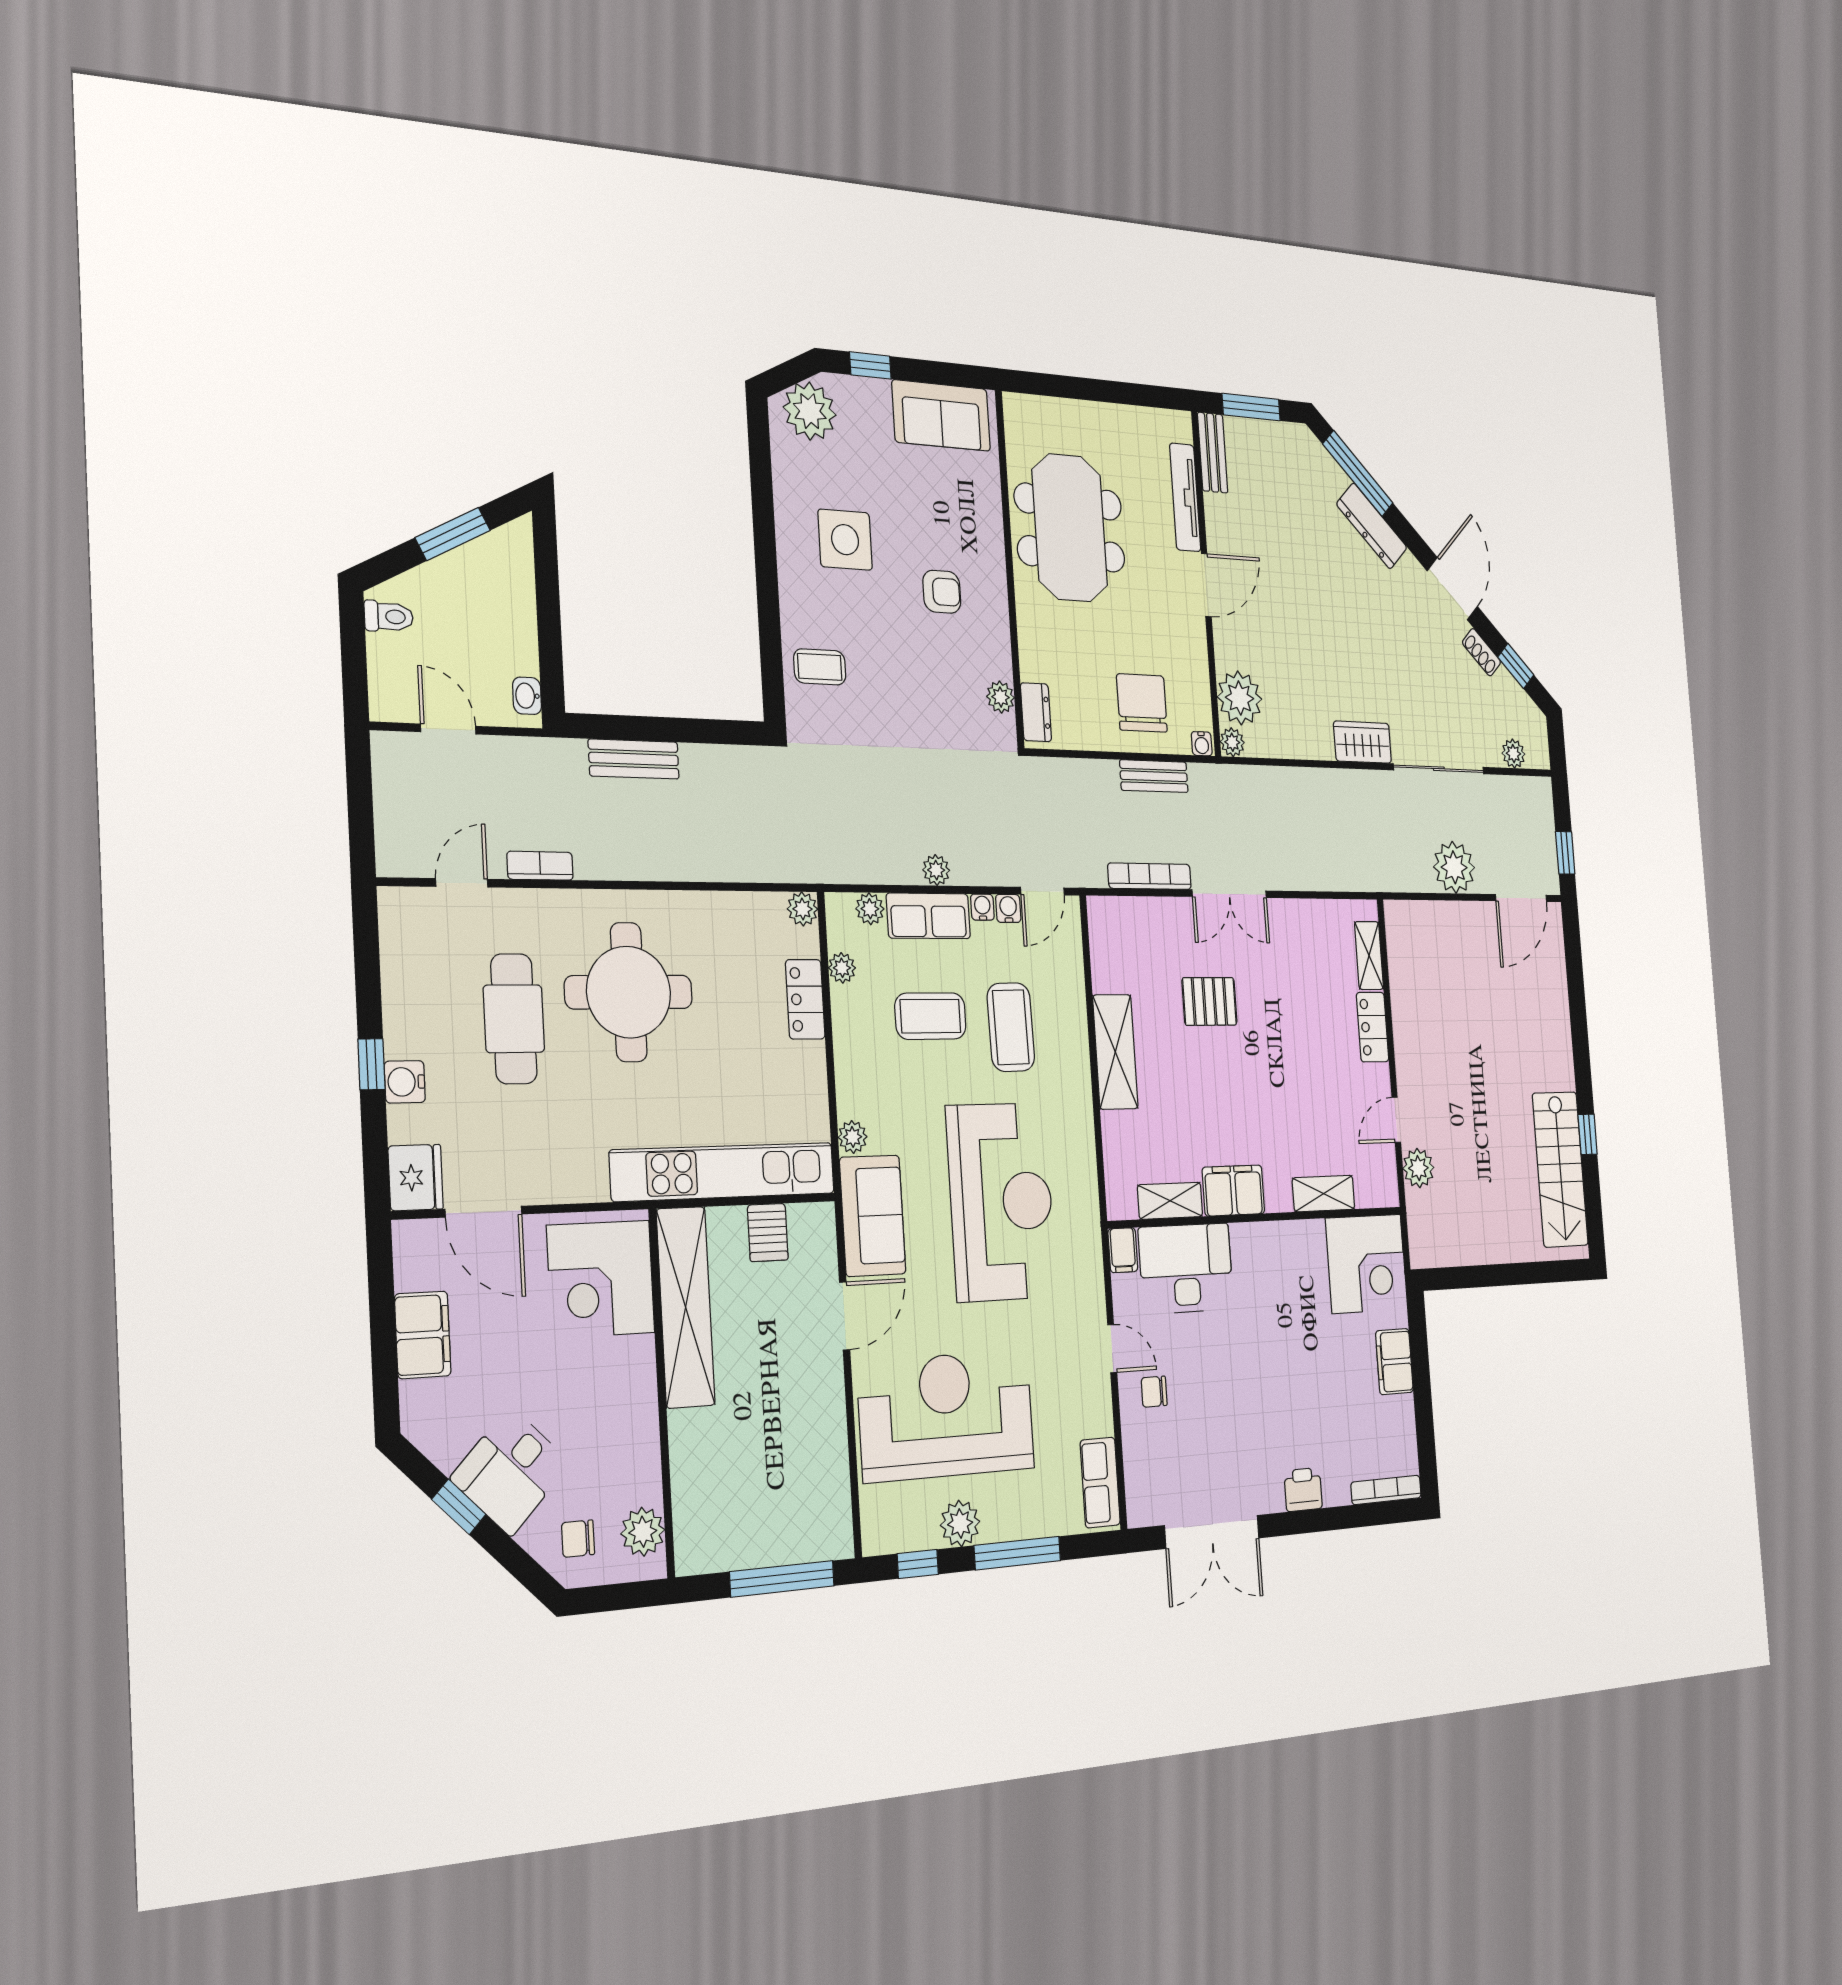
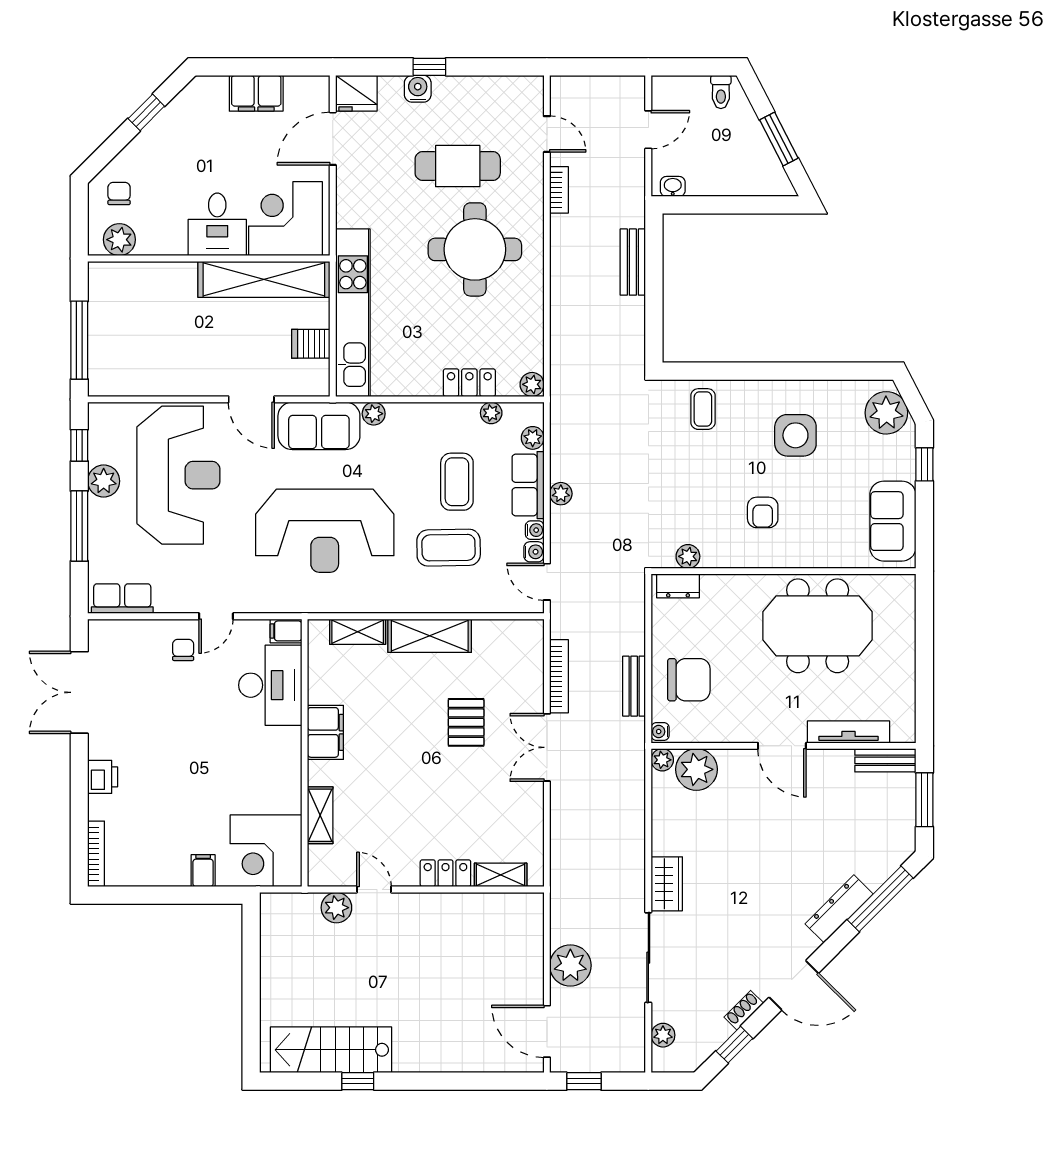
shelving: (1170, 1201) -> (358, 632), moved, turned 90
filing cabinet: (1394, 1362) -> (203, 871), width x0.50
desk: (510, 1471) -> (217, 224), moved, turned -135

